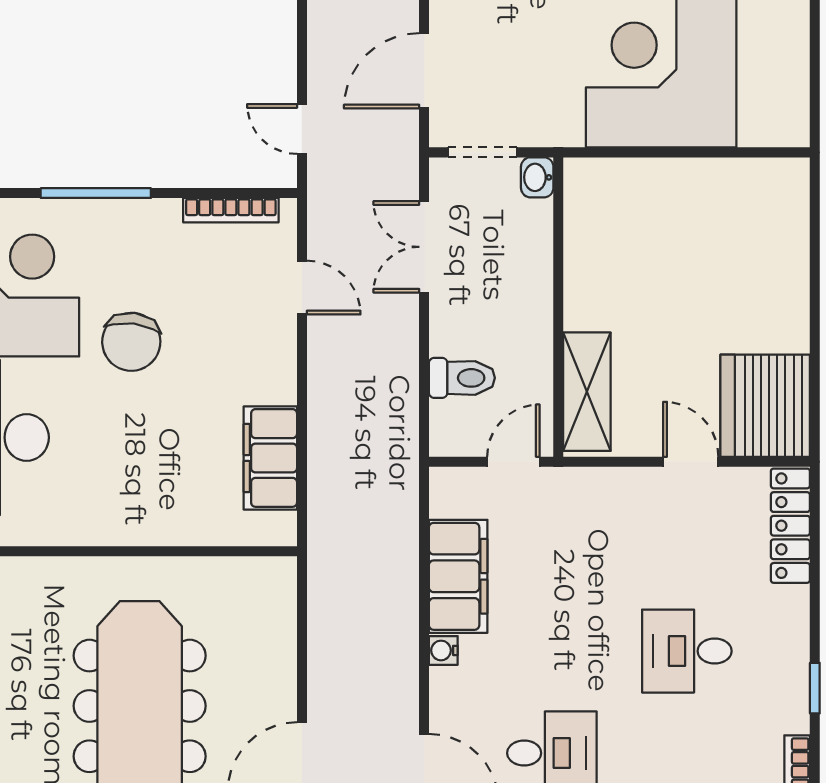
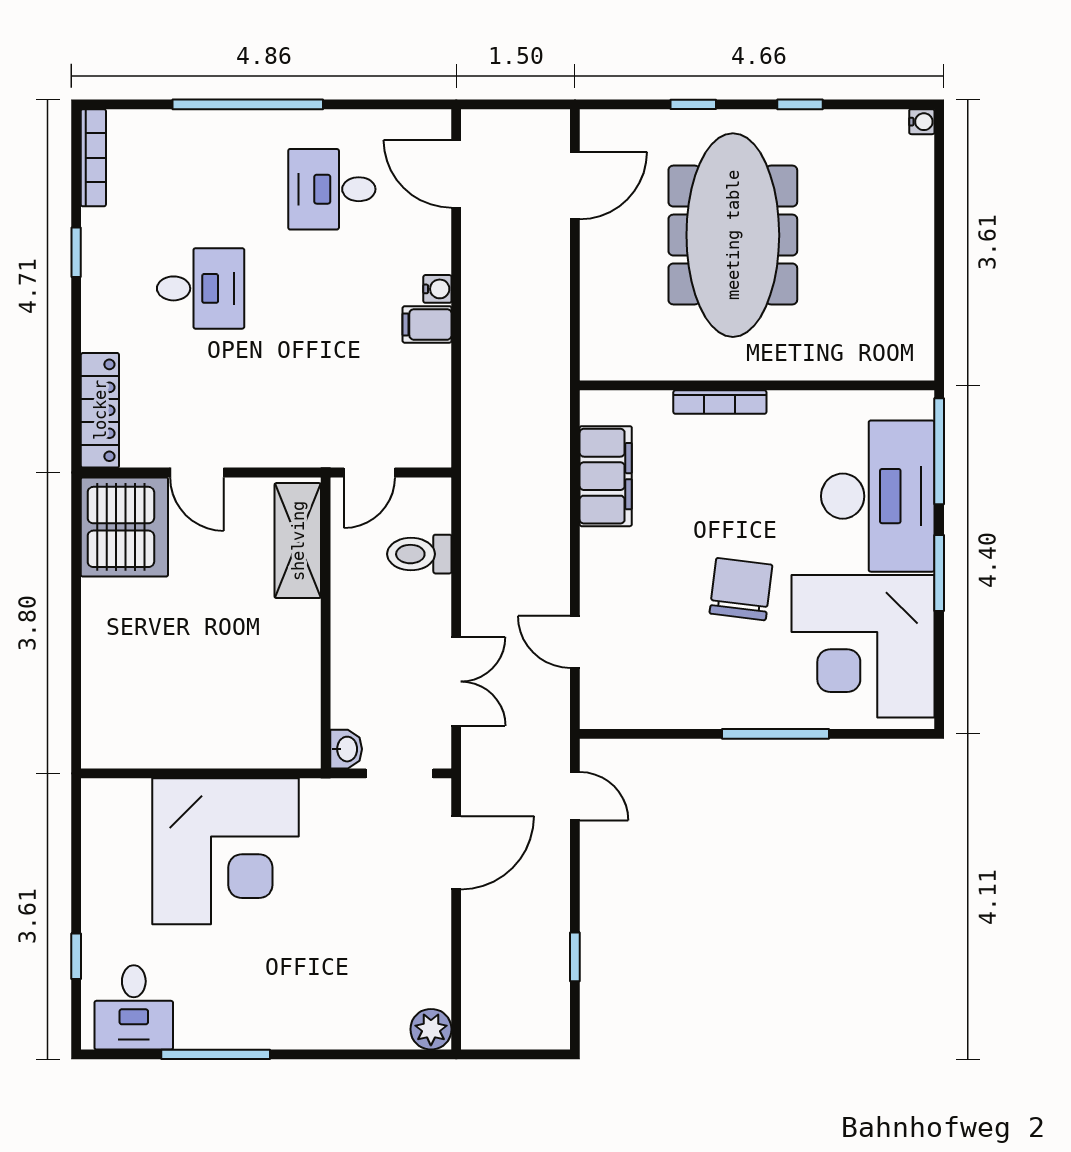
bookcase: (231, 210) -> (720, 402), moved, turned 180
filing cabinet: (458, 576) -> (427, 324), width x0.33, depth x0.86

